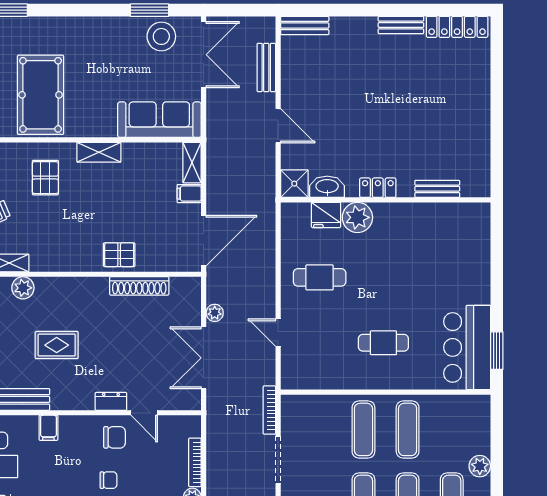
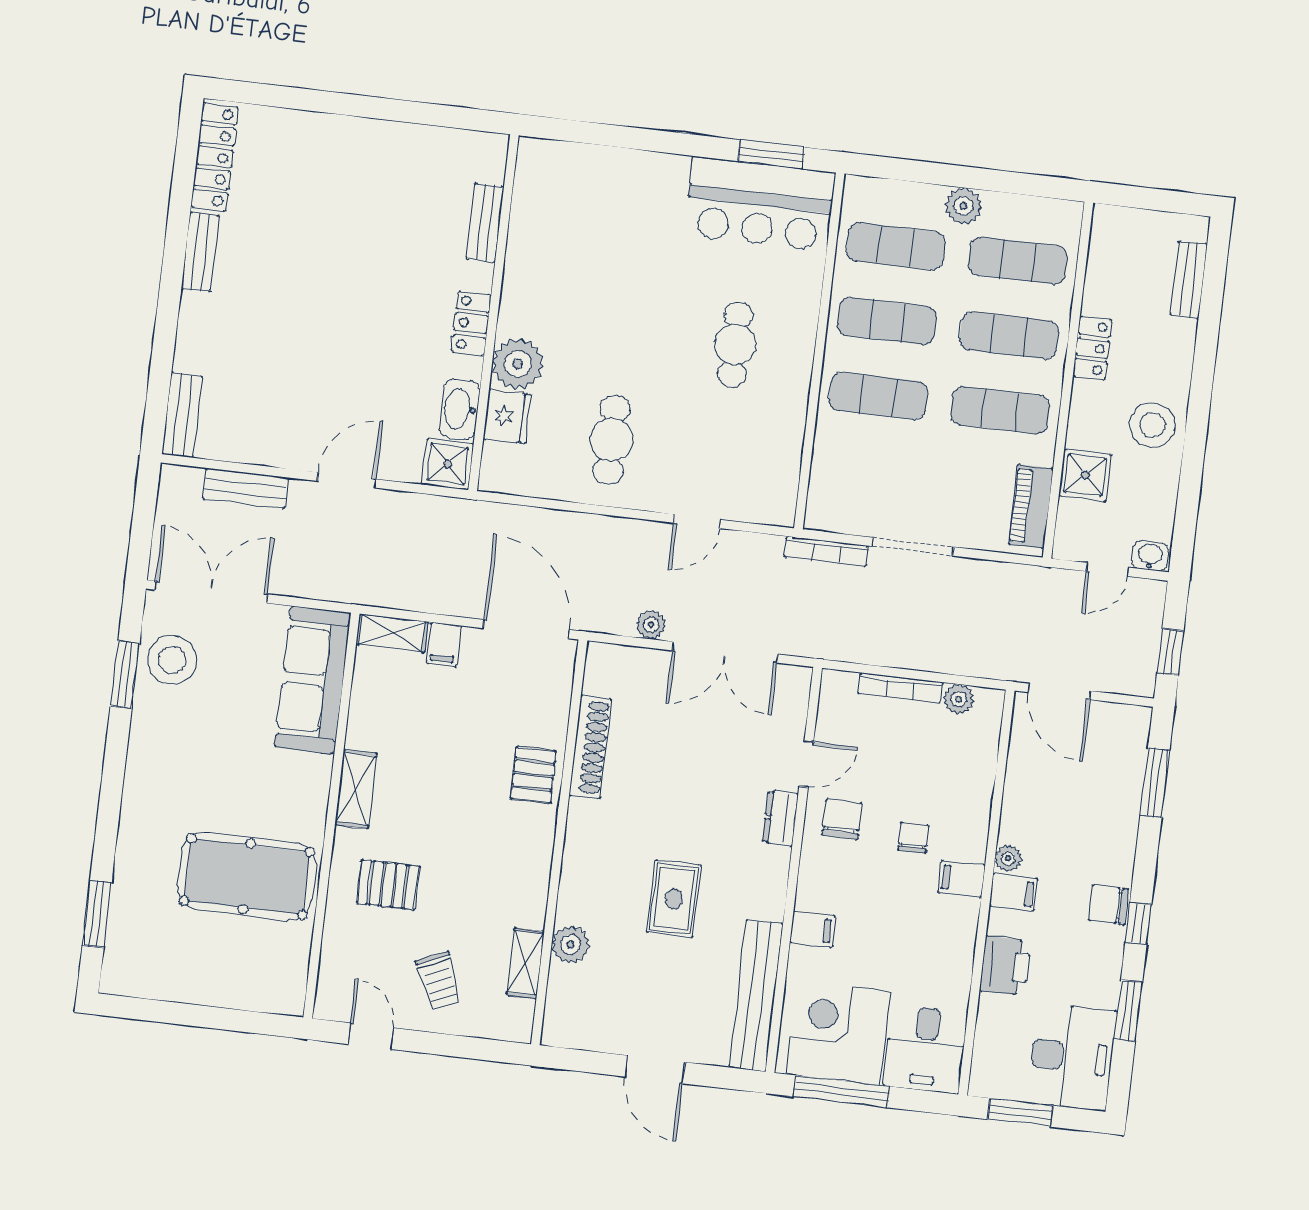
exercise mat: (452, 429) -> (896, 246), added

